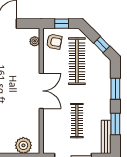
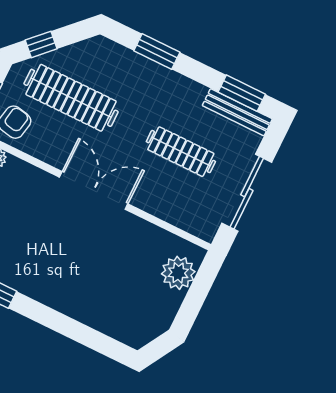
window: (102, 45) -> (41, 44), moved
window: (115, 124) -> (242, 93), moved

